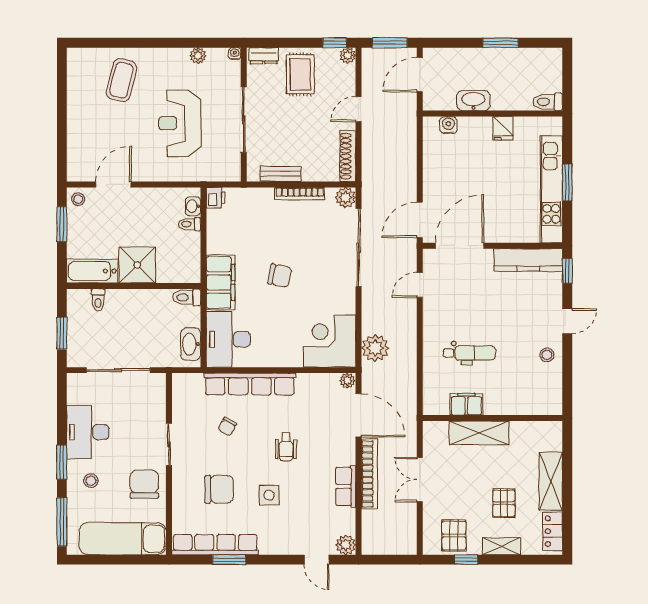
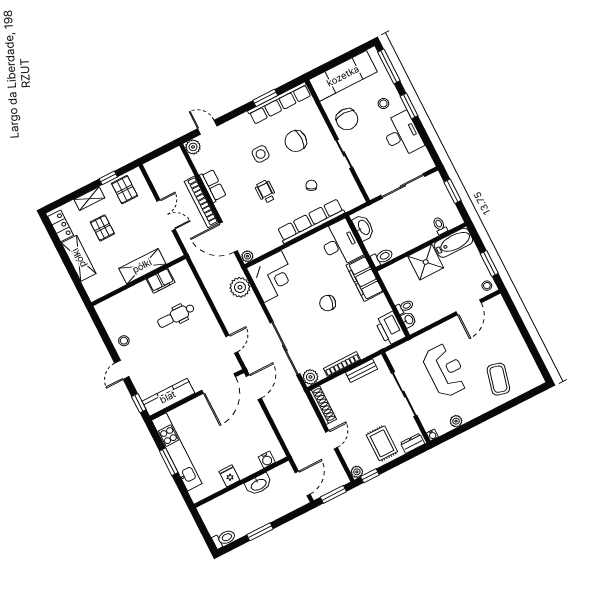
toilet: (548, 102) -> (224, 539), moved
printer: (216, 198) -> (390, 329), width x1.87, depth x1.48

